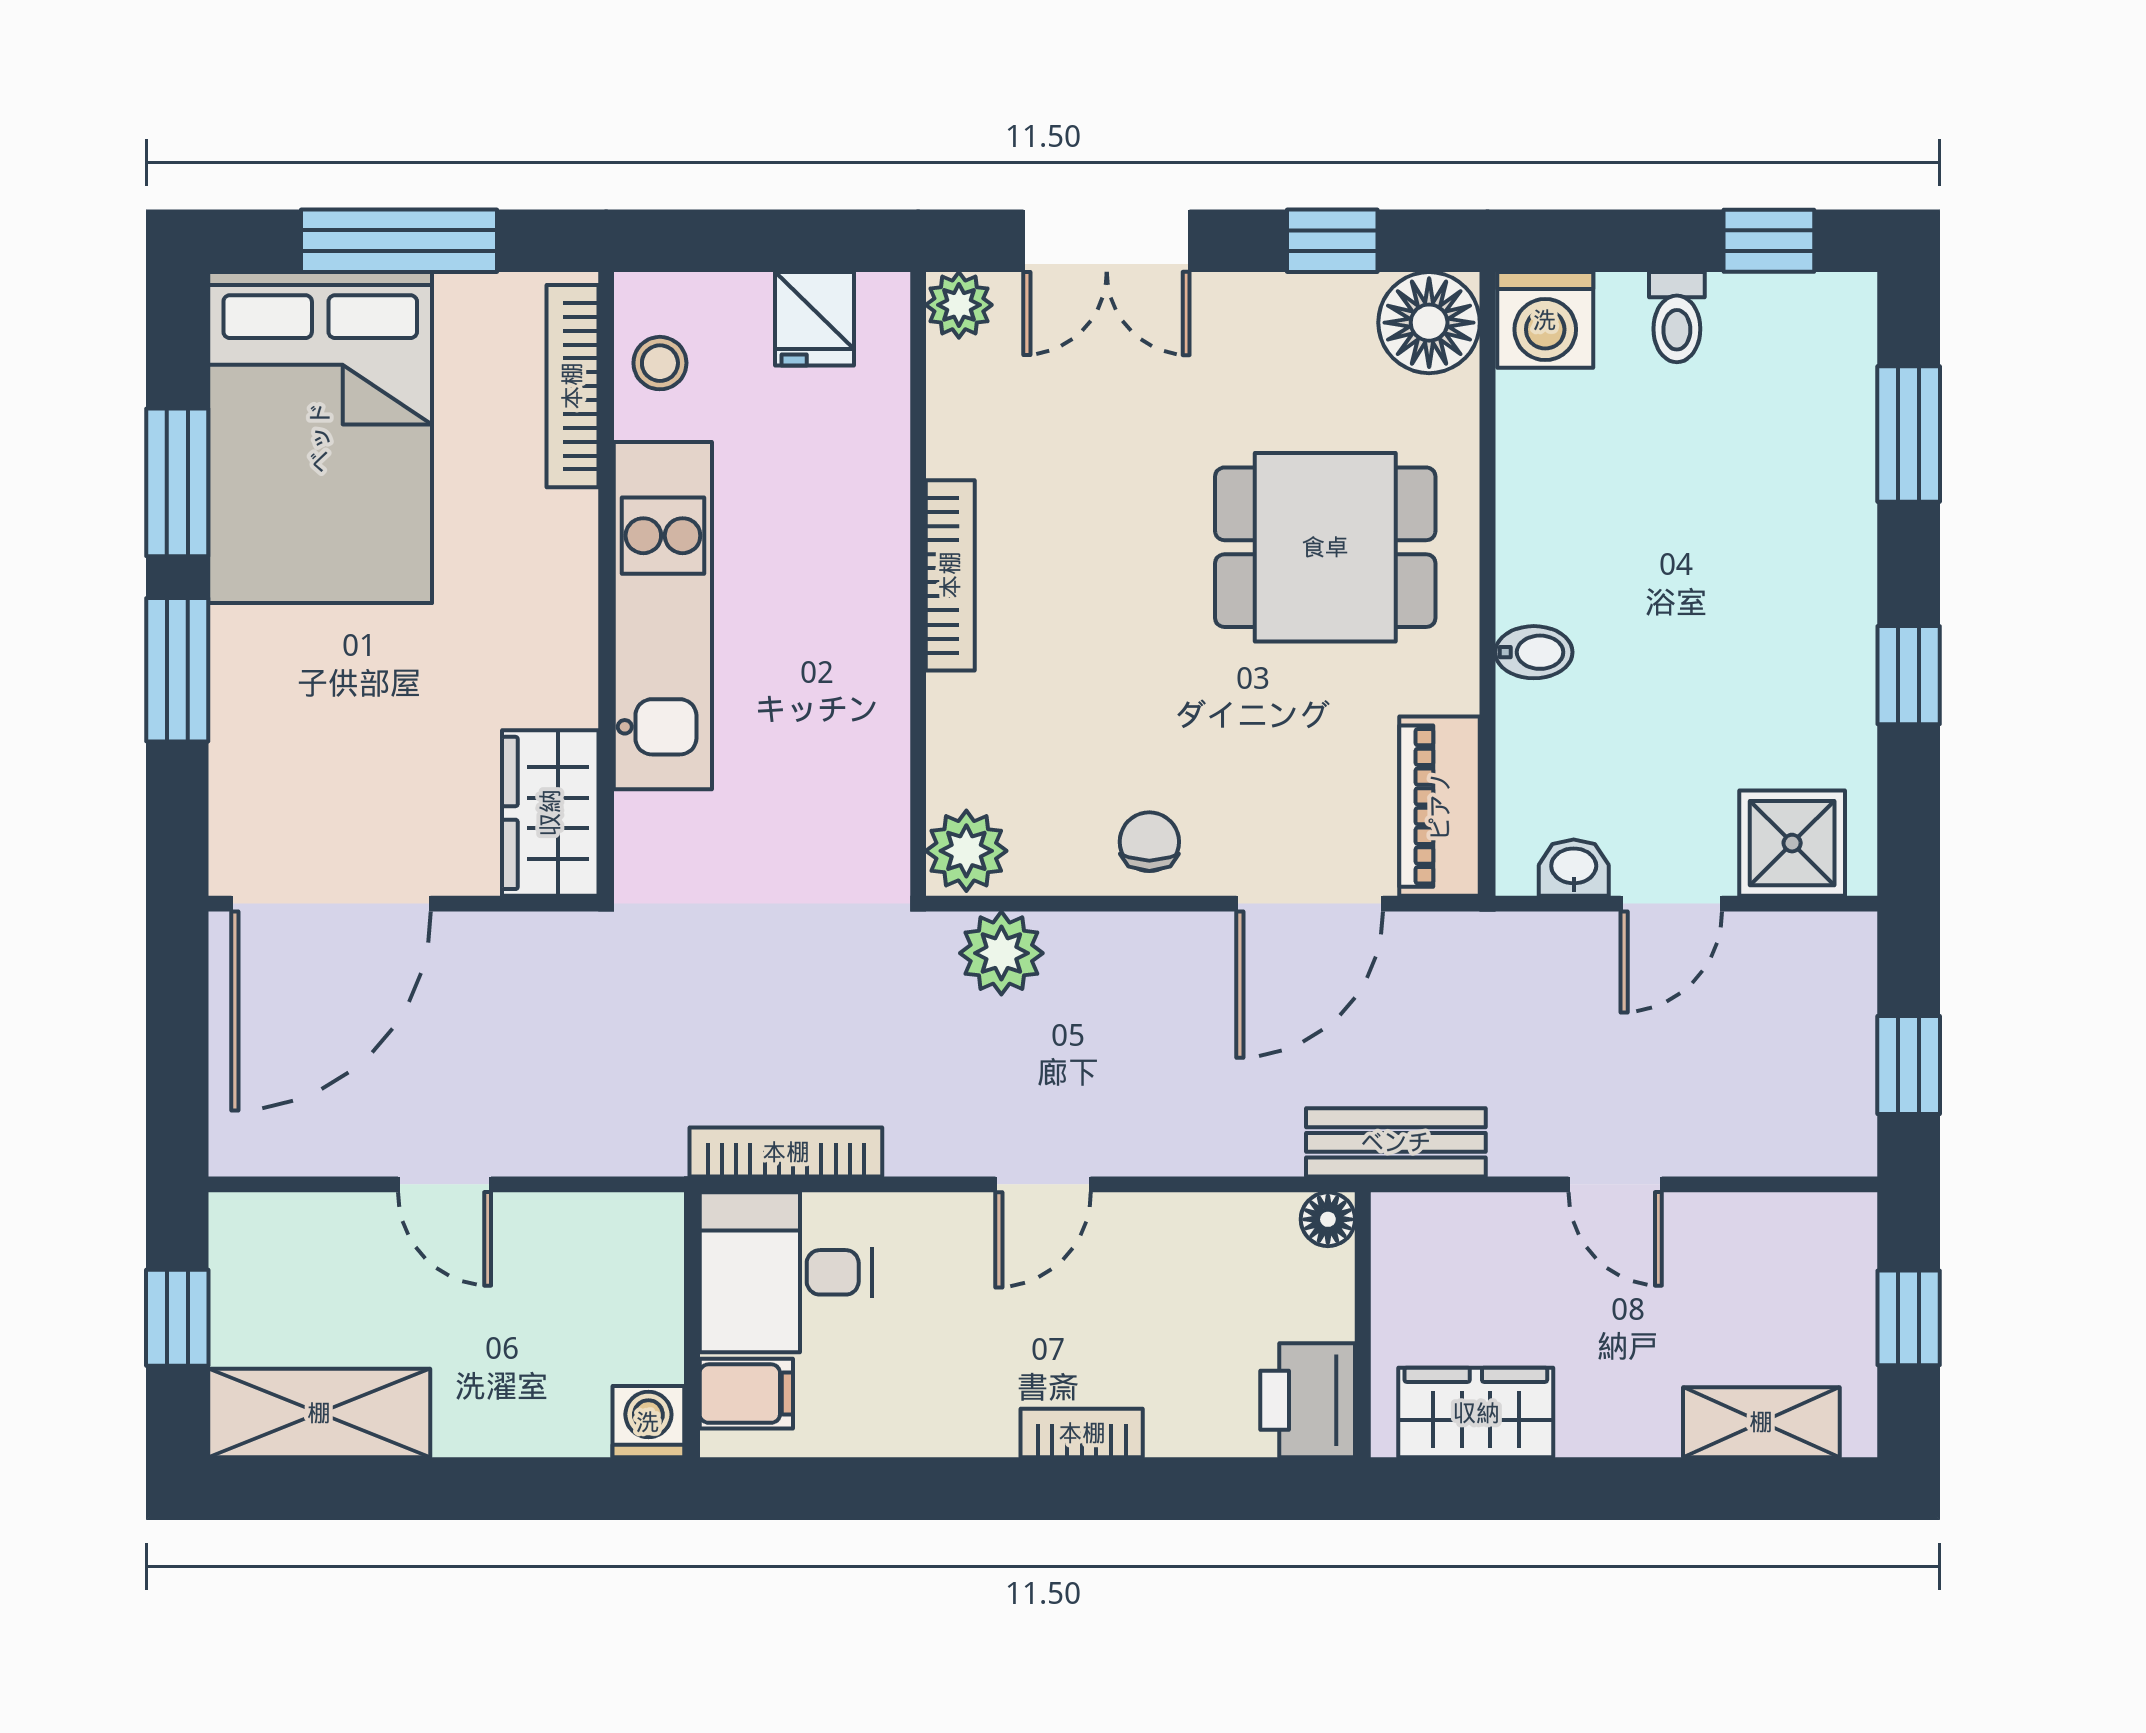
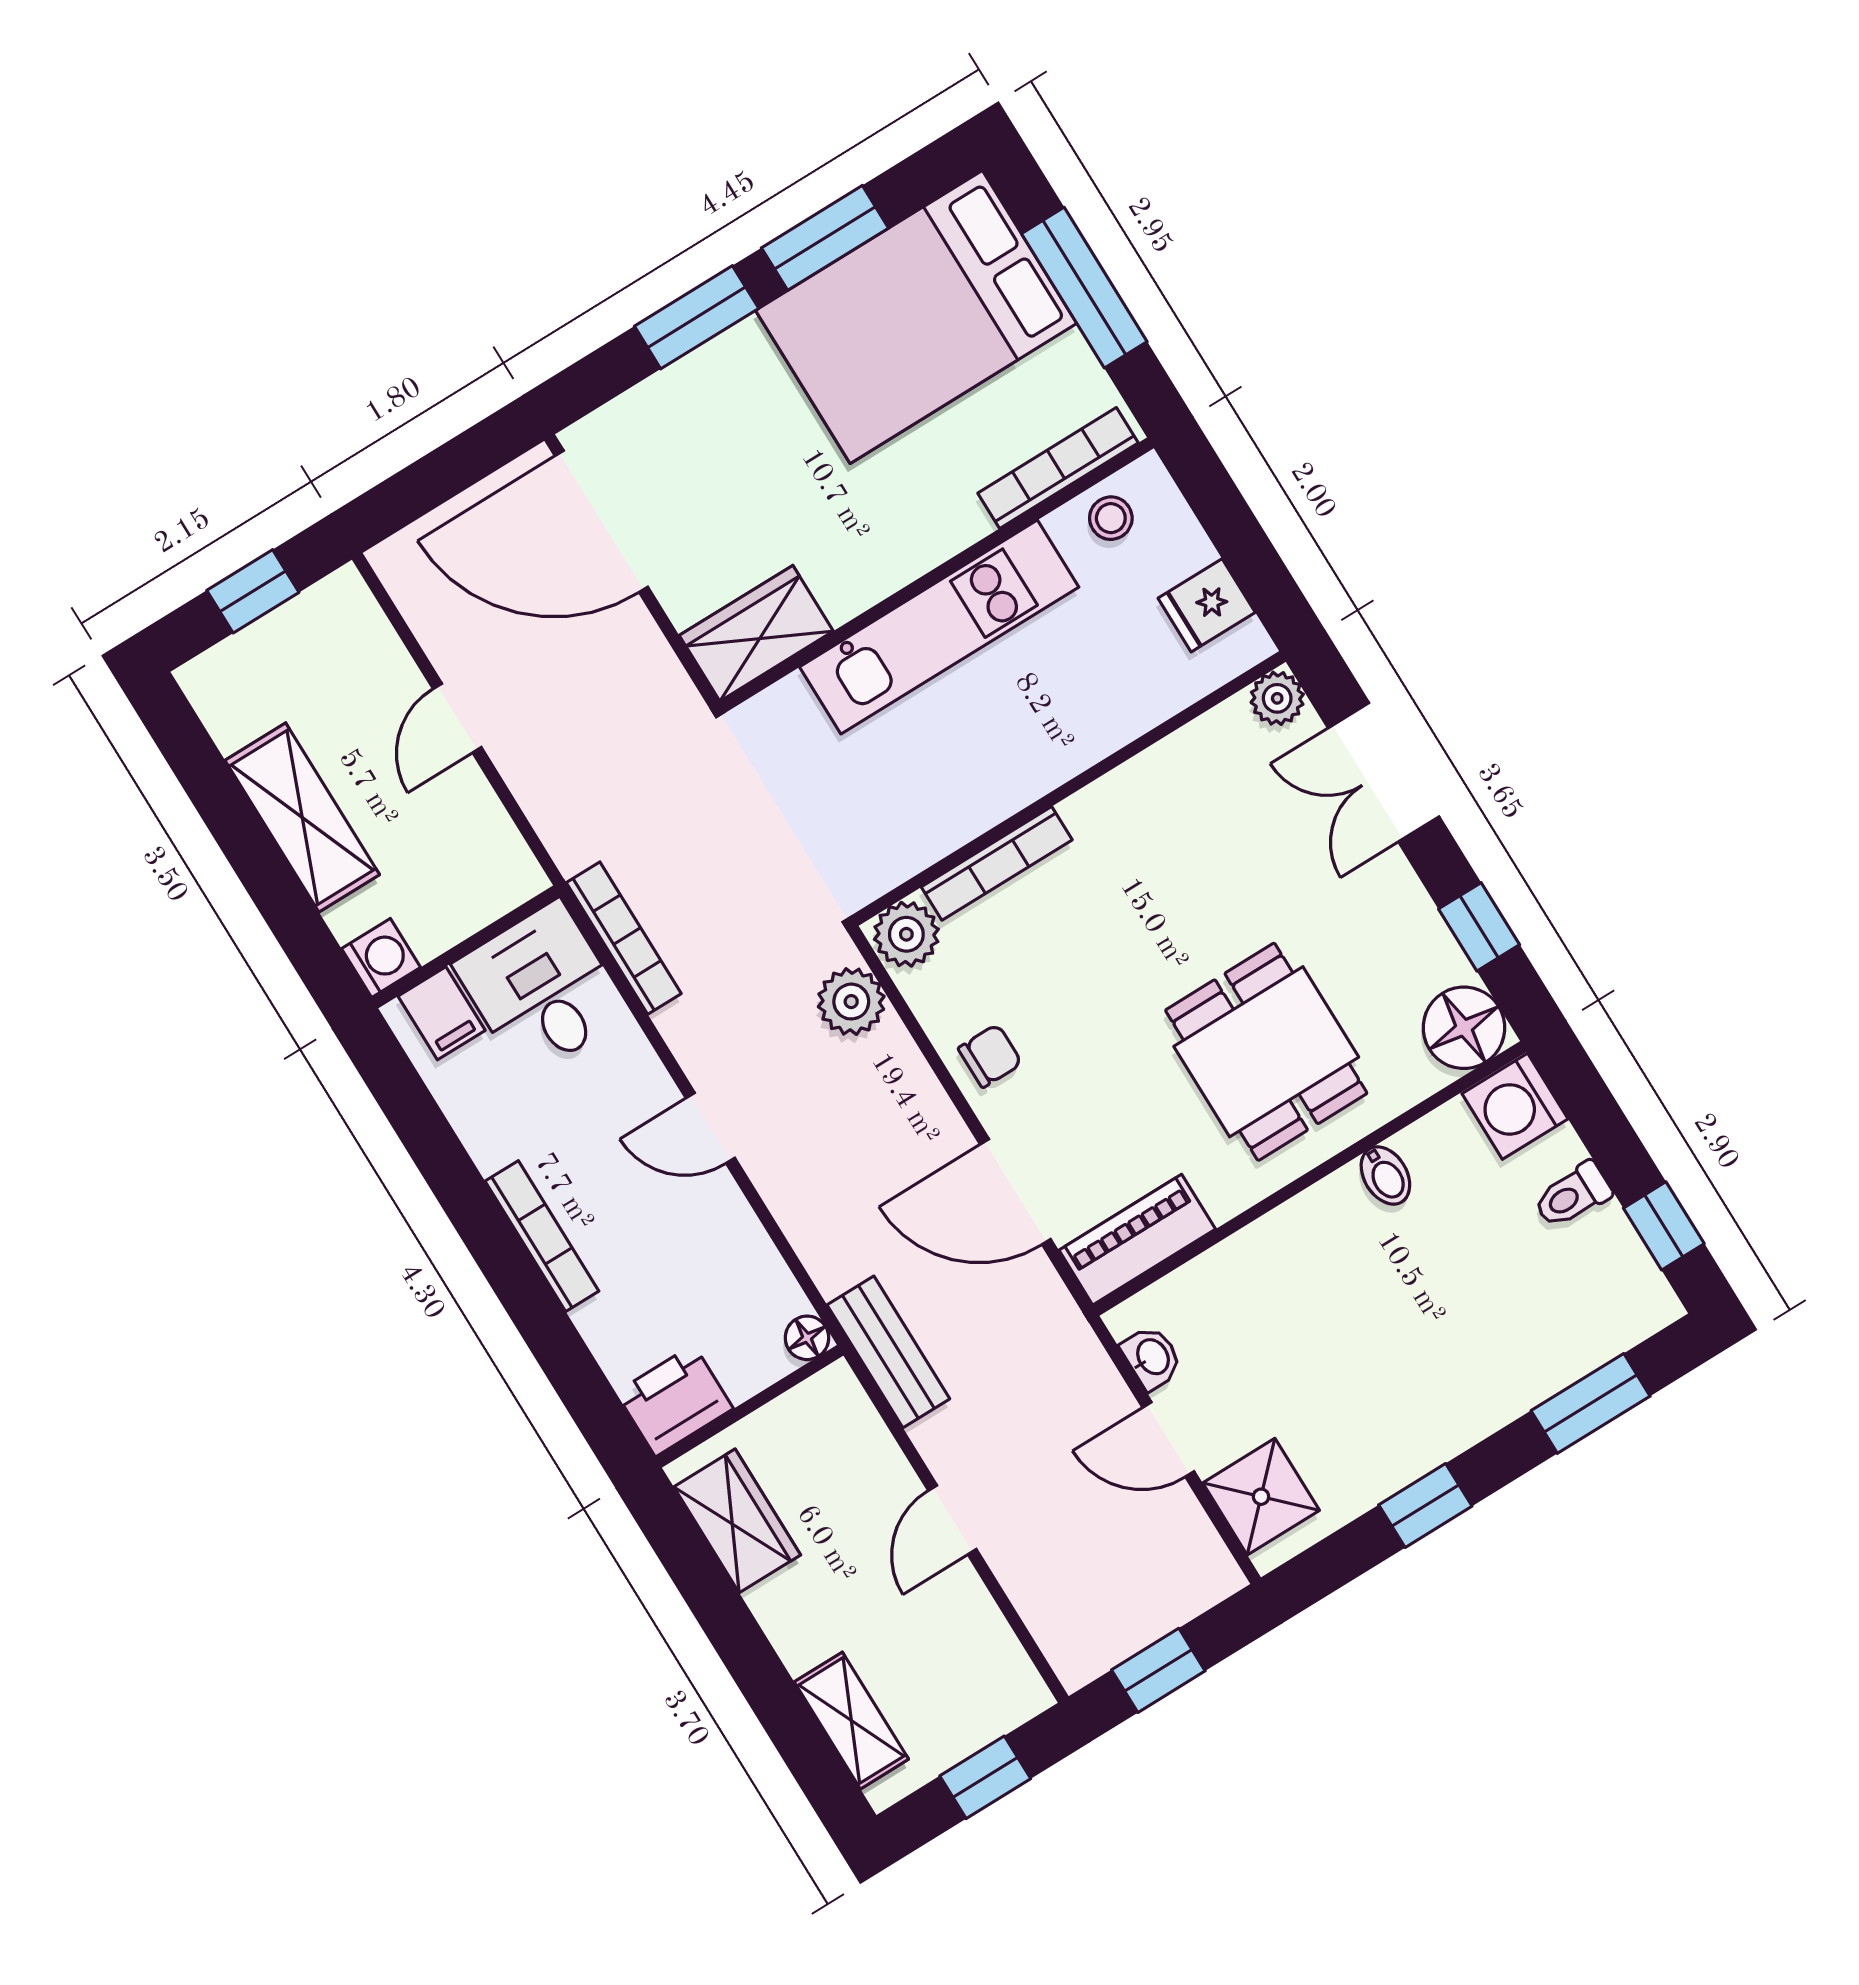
bookcase: (950, 575) -> (997, 863), moved
bidet: (1534, 652) -> (1385, 1175), moved
shelving: (319, 1413) -> (302, 817), moved
bookcase: (1082, 1433) -> (542, 1236), width x1.56

